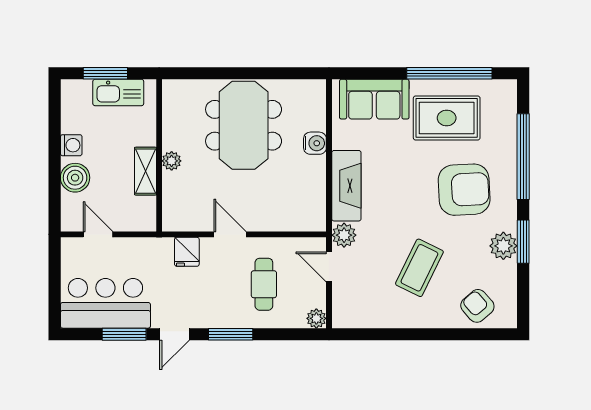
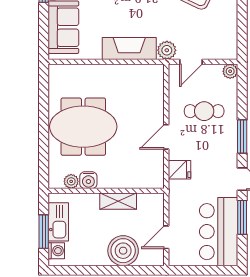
water cooler: (315, 143) -> (88, 180), moved, turned 180
washing machine: (71, 145) -> (56, 251), moved, turned 90
plant: (172, 161) -> (71, 181), moved
boiler: (75, 178) -> (123, 251), width x1.37, depth x1.37

